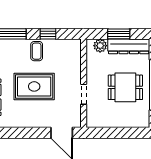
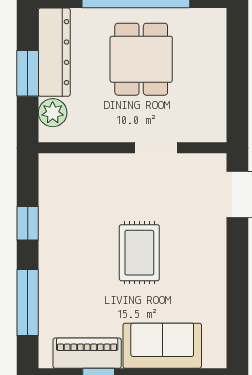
coffee table: (37, 51) -> (64, 247), removed
rug: (34, 86) -> (139, 253), width x0.73, depth x0.70

